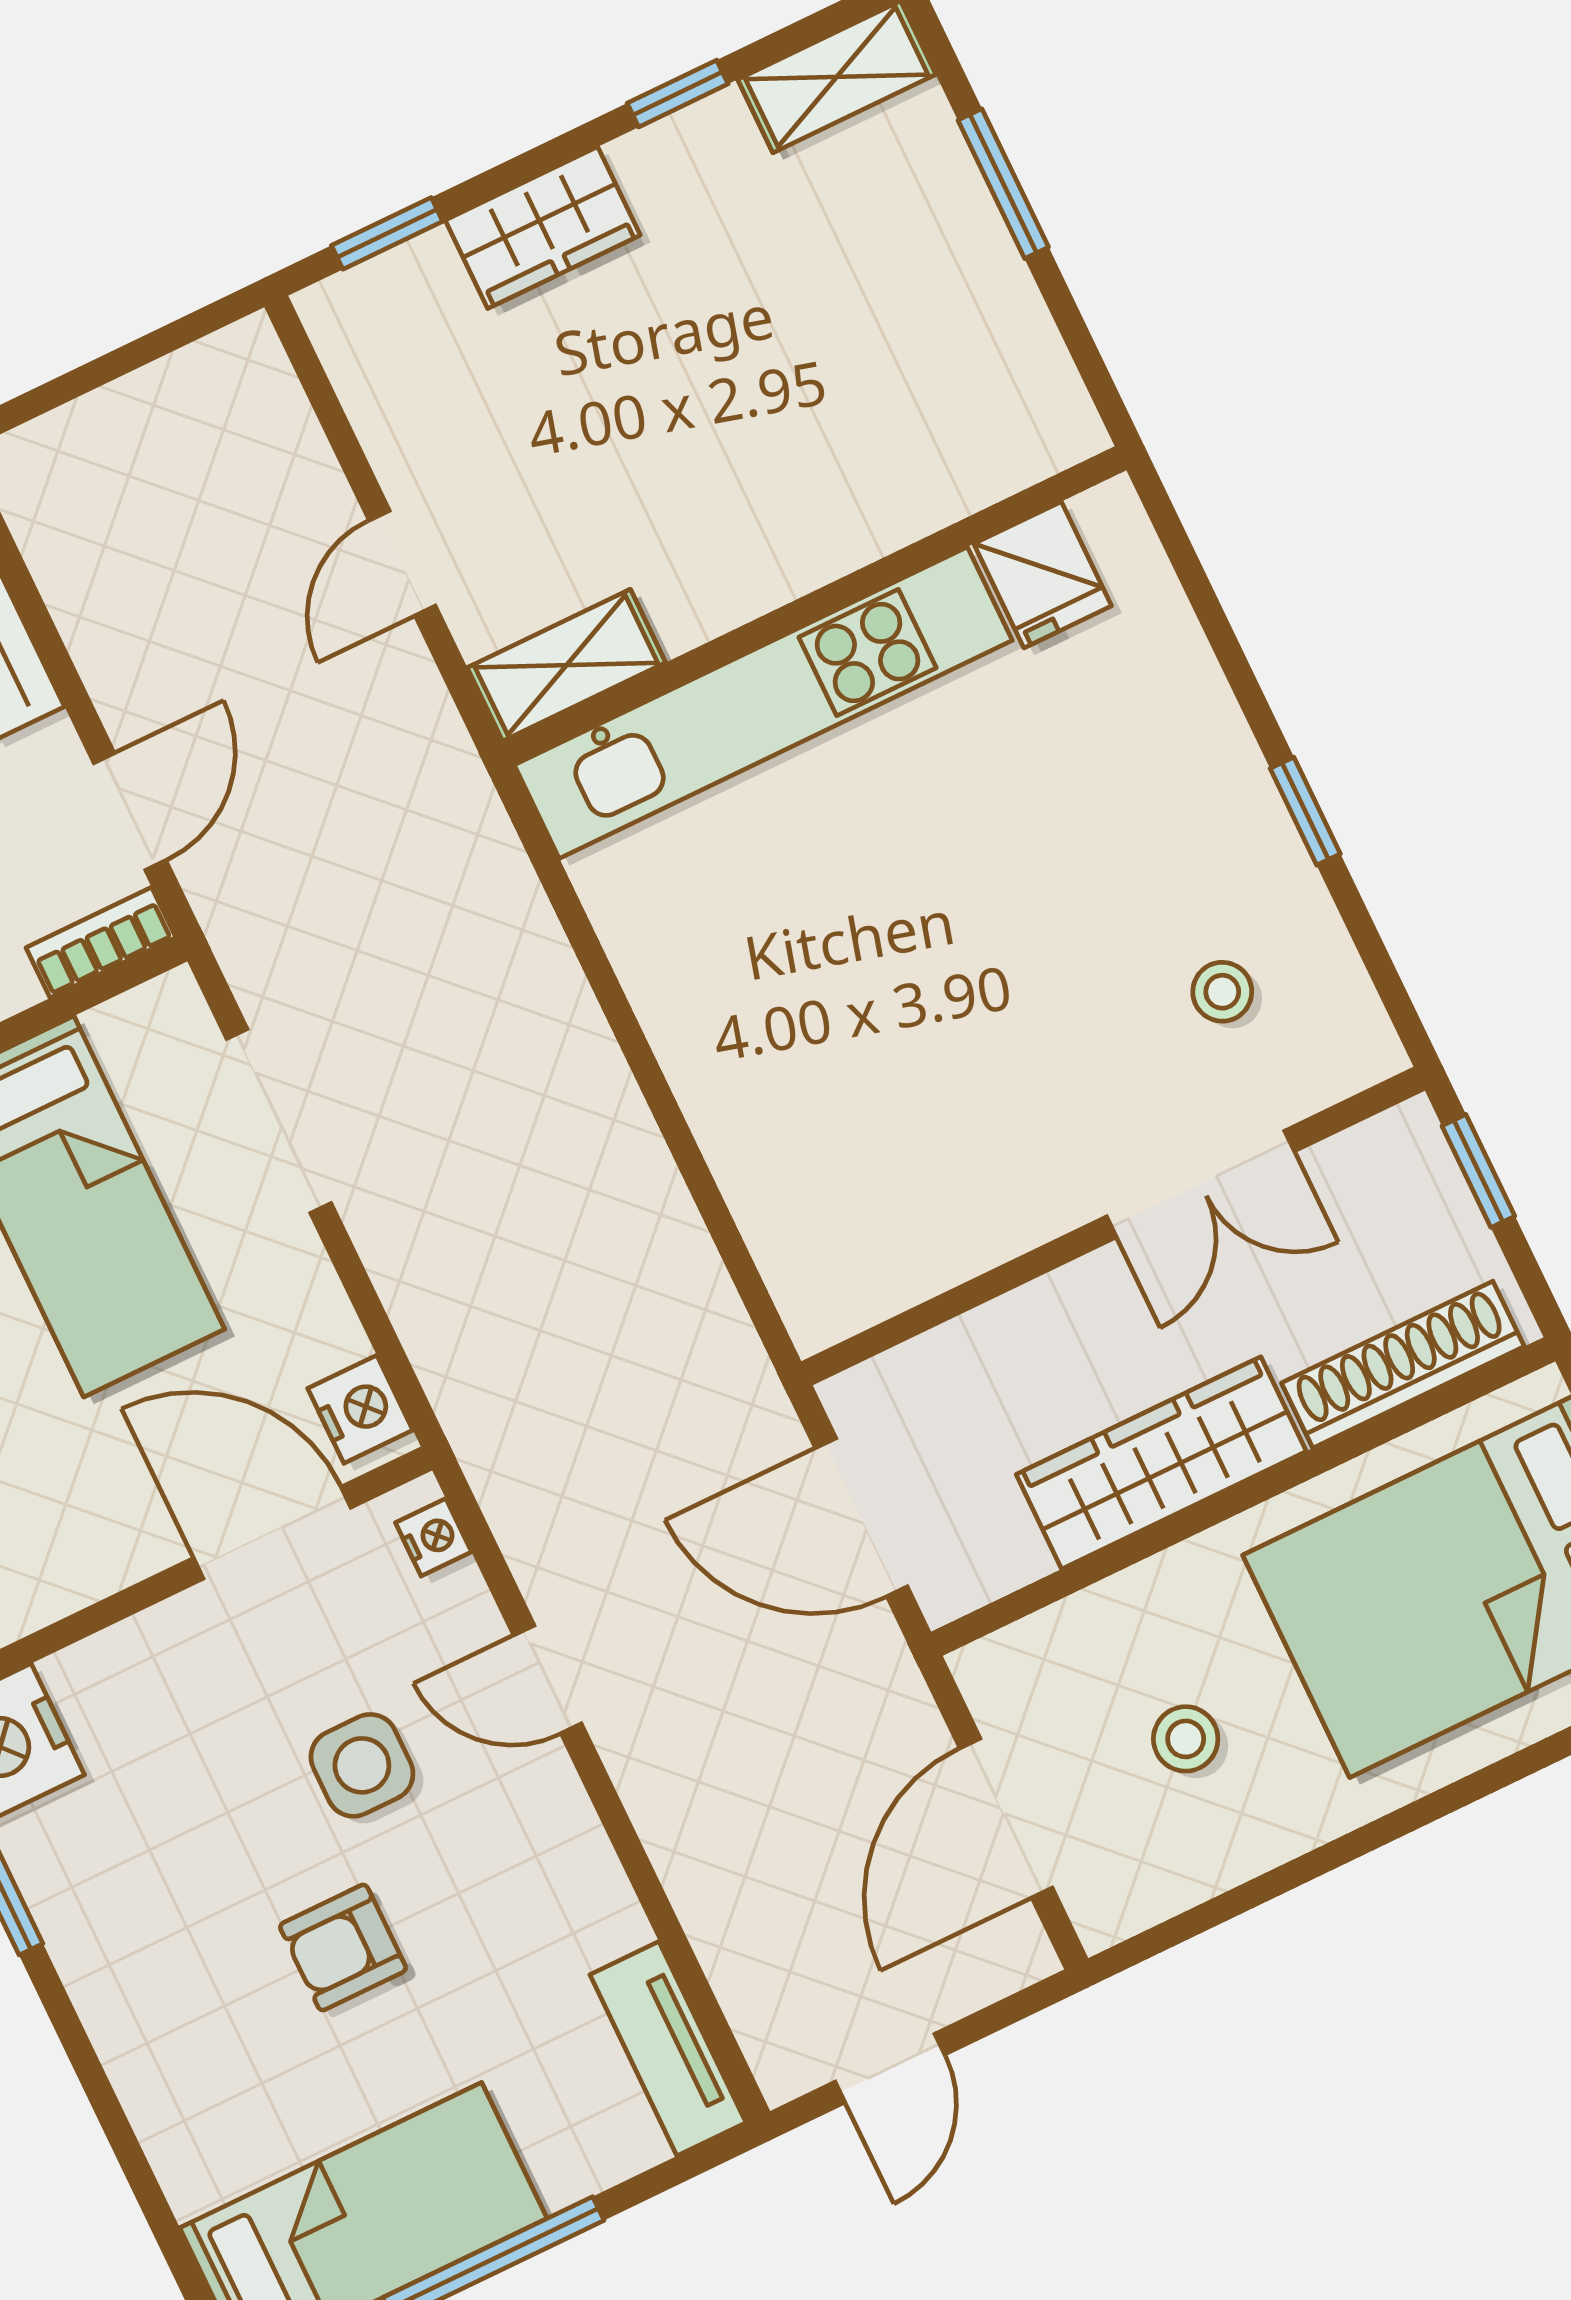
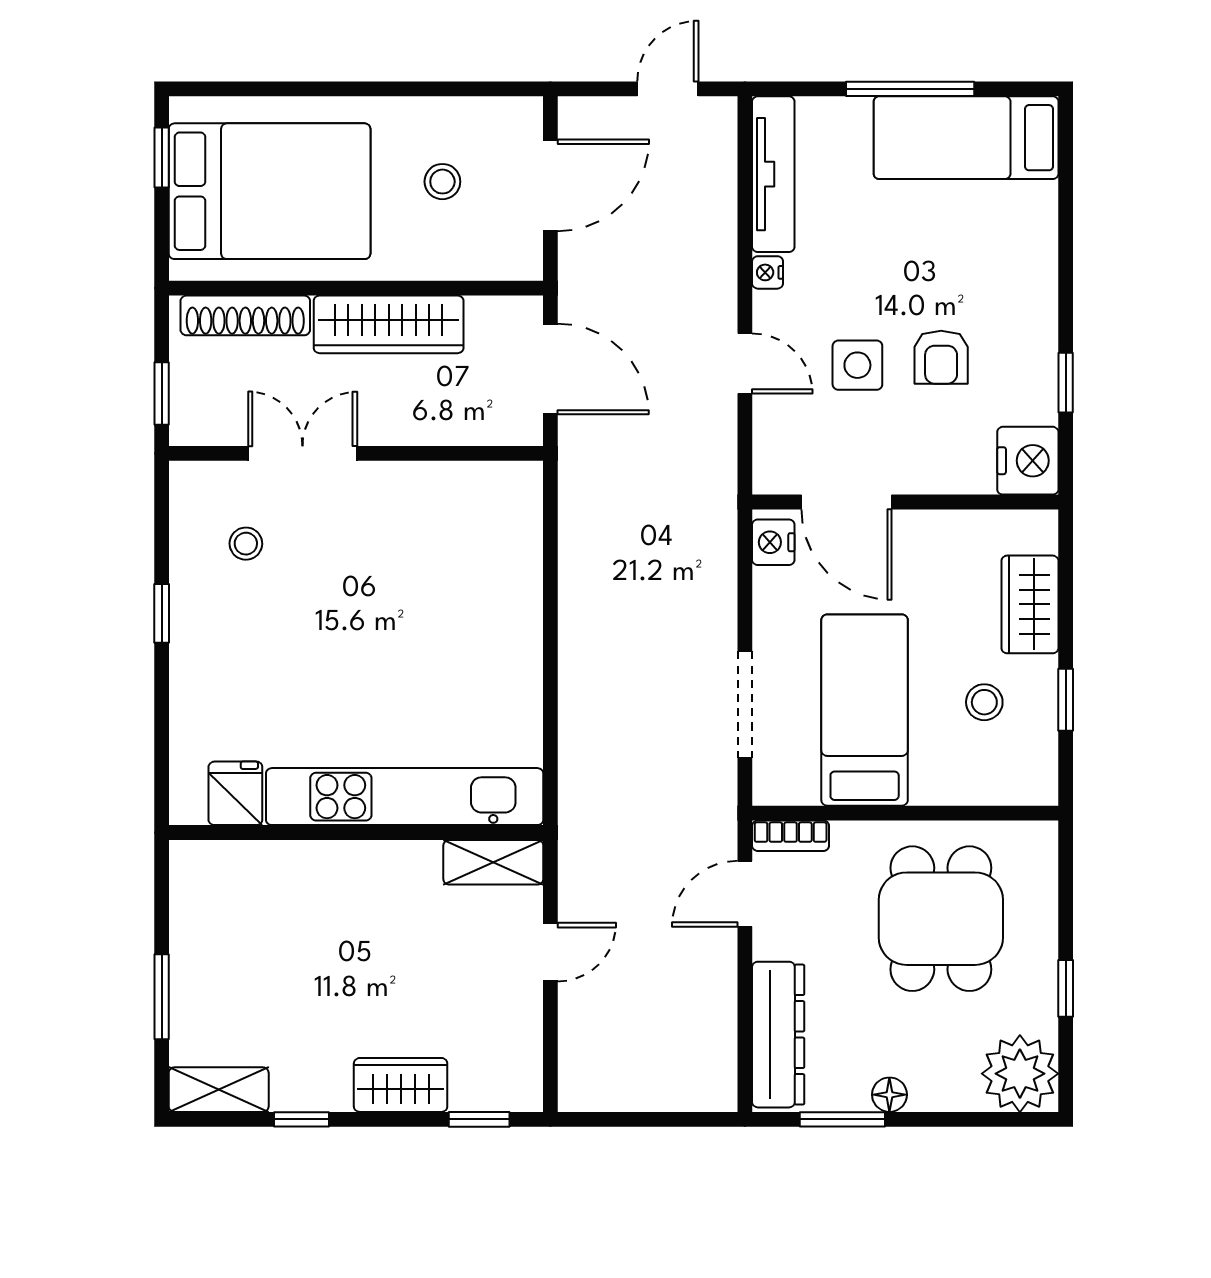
nightstand: (433, 1537) -> (768, 272), moved
armchair: (343, 1947) -> (941, 357), moved, turned 90
tv unit: (668, 2049) -> (773, 174), width x1.41

